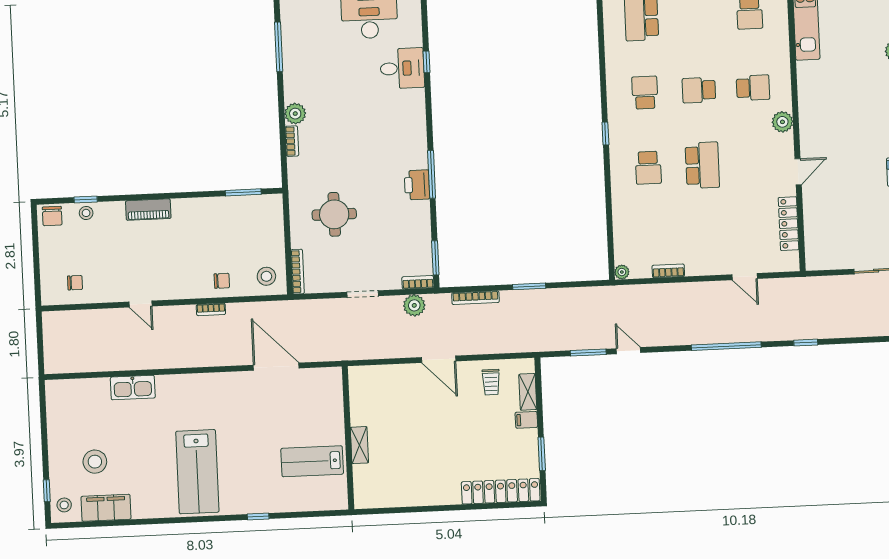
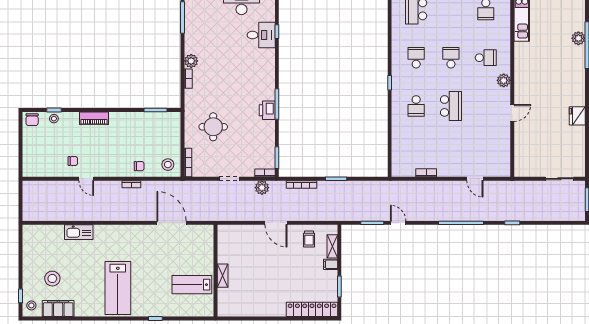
school desk: (699, 90) -> (451, 58), turned 90
locker: (789, 224) -> (505, 146), removed
plant: (622, 272) -> (396, 172), removed
chair: (75, 283) -> (73, 161), moved

